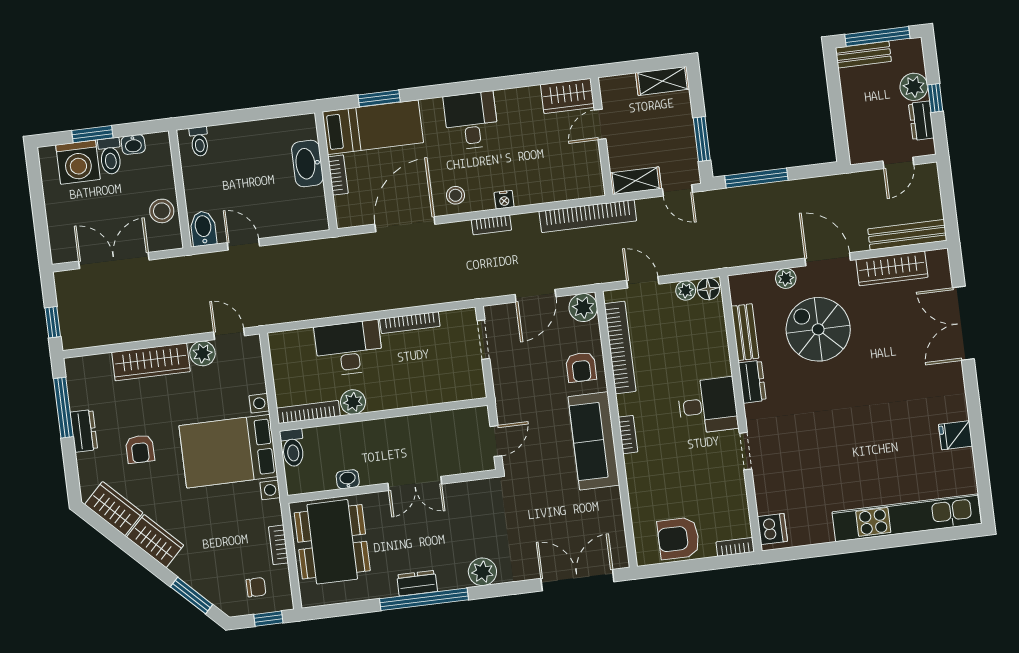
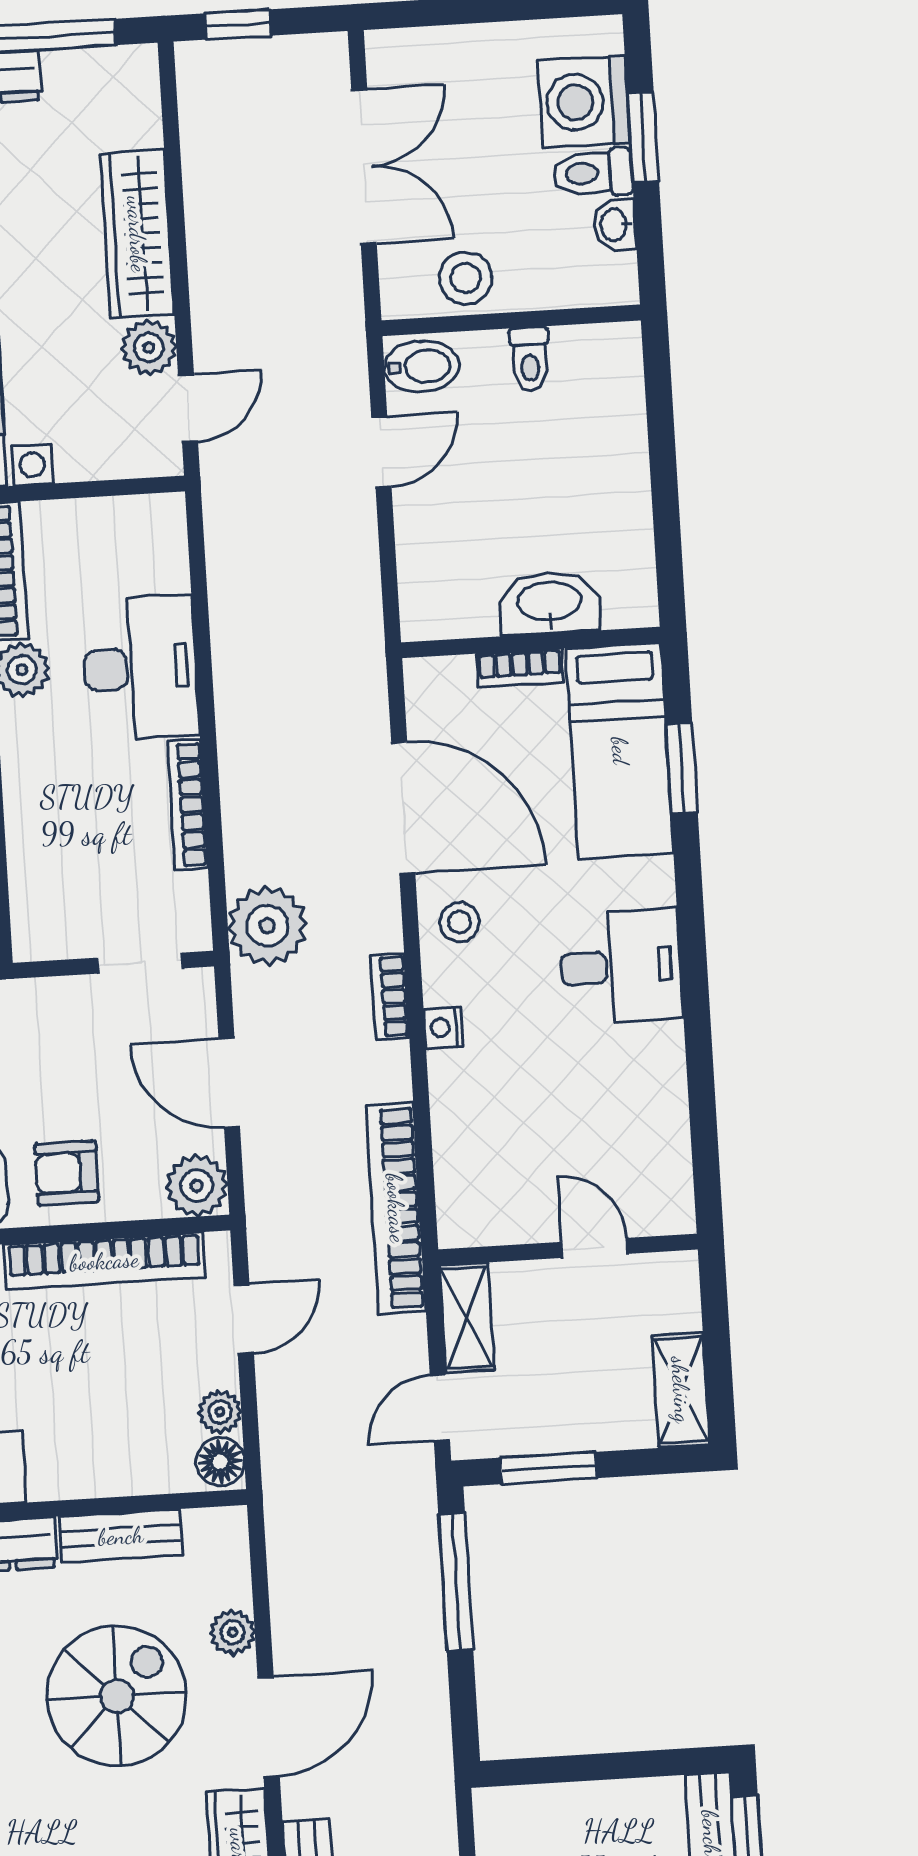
wardrobe: (567, 96) -> (661, 1180), removed
toilet: (199, 142) -> (530, 359), moved, turned -90
plant: (463, 283) -> (267, 926), added

